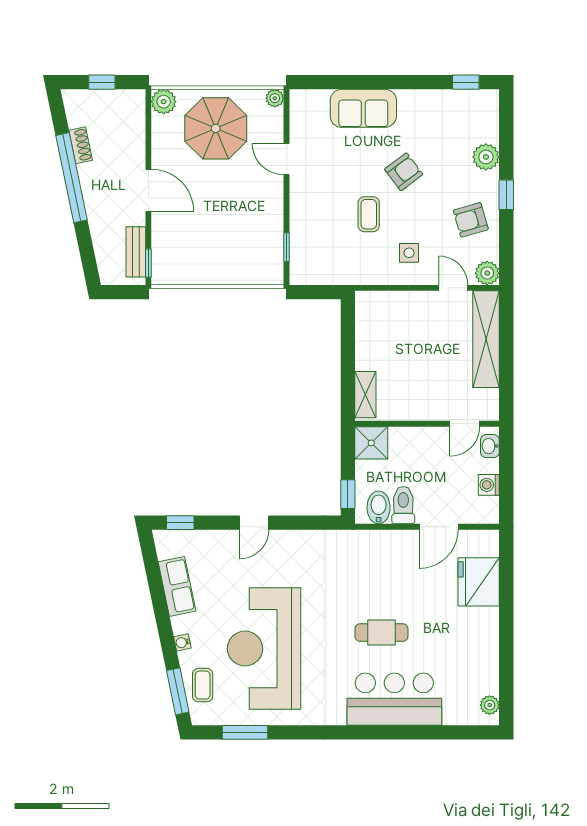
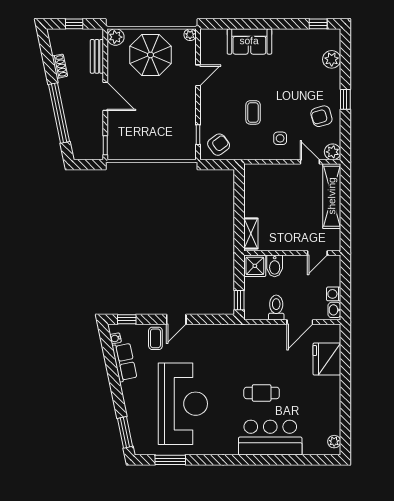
plant: (486, 157) -> (332, 59), moved
door: (287, 159) -> (198, 75), swing flipped
armchair: (404, 172) -> (219, 145), moved
window: (72, 178) -> (59, 113), moved
bench: (136, 252) -> (97, 56), moved
washbasin: (490, 446) -> (334, 310), moved
bidet: (379, 507) -> (275, 266), moved, turned 180
water cooler: (182, 642) -> (115, 338), moved
reception desk: (264, 649) -> (183, 404), turned 180
coffee table: (203, 685) -> (155, 338), moved

